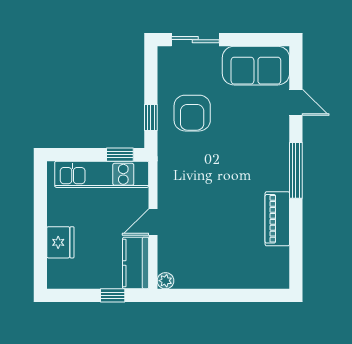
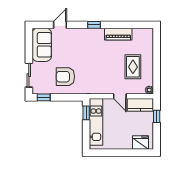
armchair: (192, 113) -> (65, 77), turned 180
window: (151, 118) -> (44, 97), moved
window: (296, 170) -> (94, 25), width x0.46
fridge: (60, 242) -> (140, 143), moved
rug: (212, 248) -> (133, 67), added

